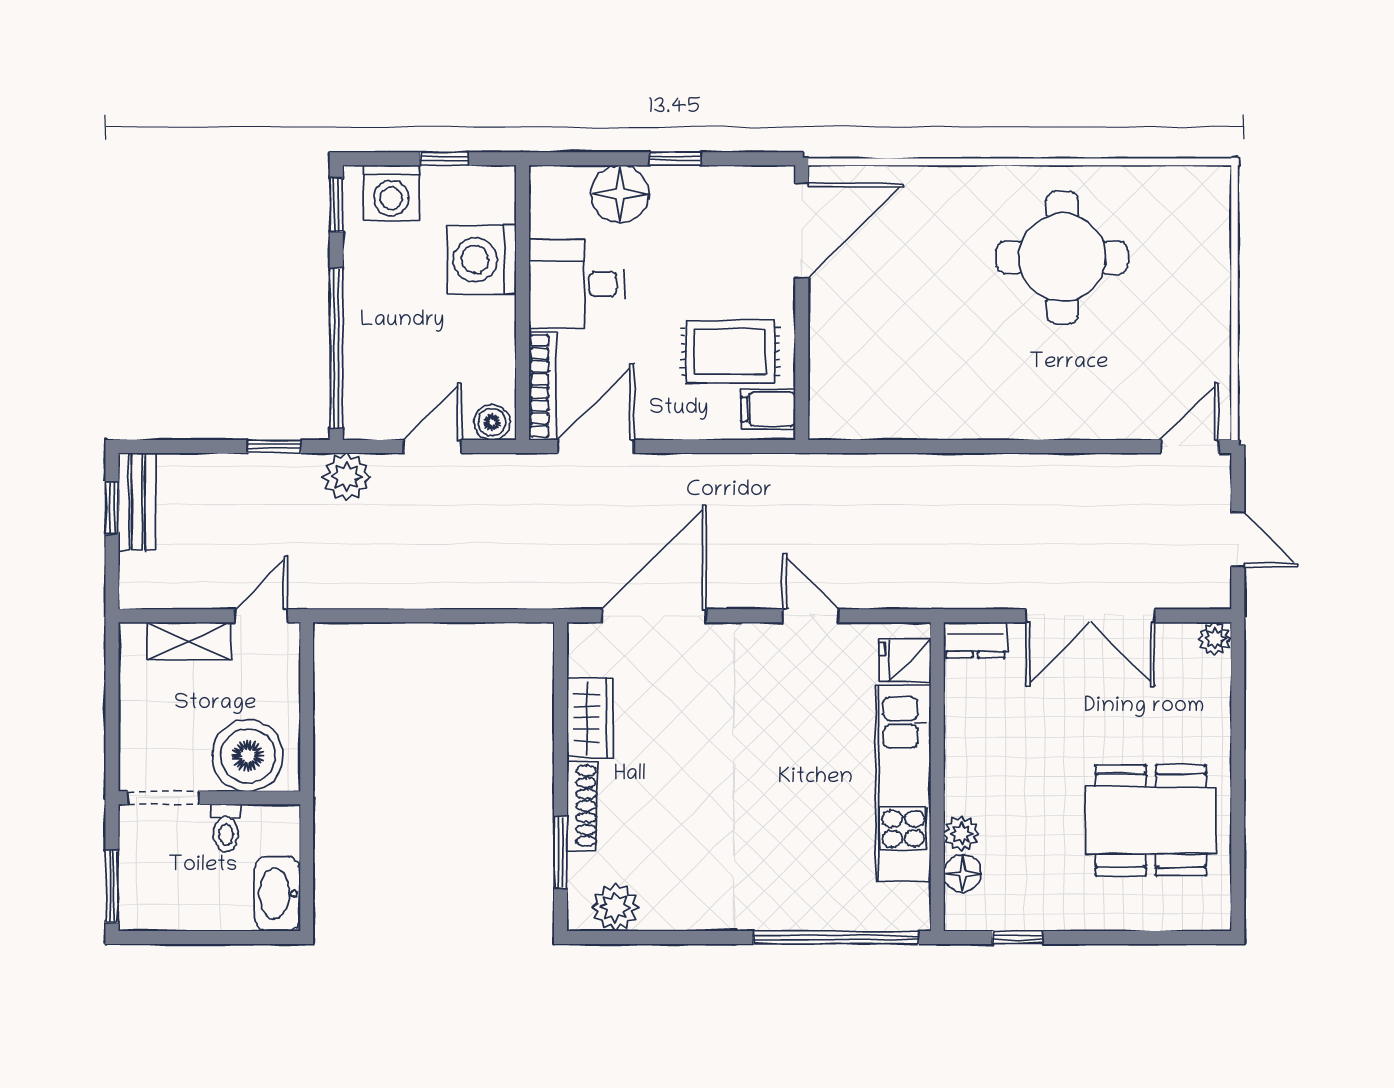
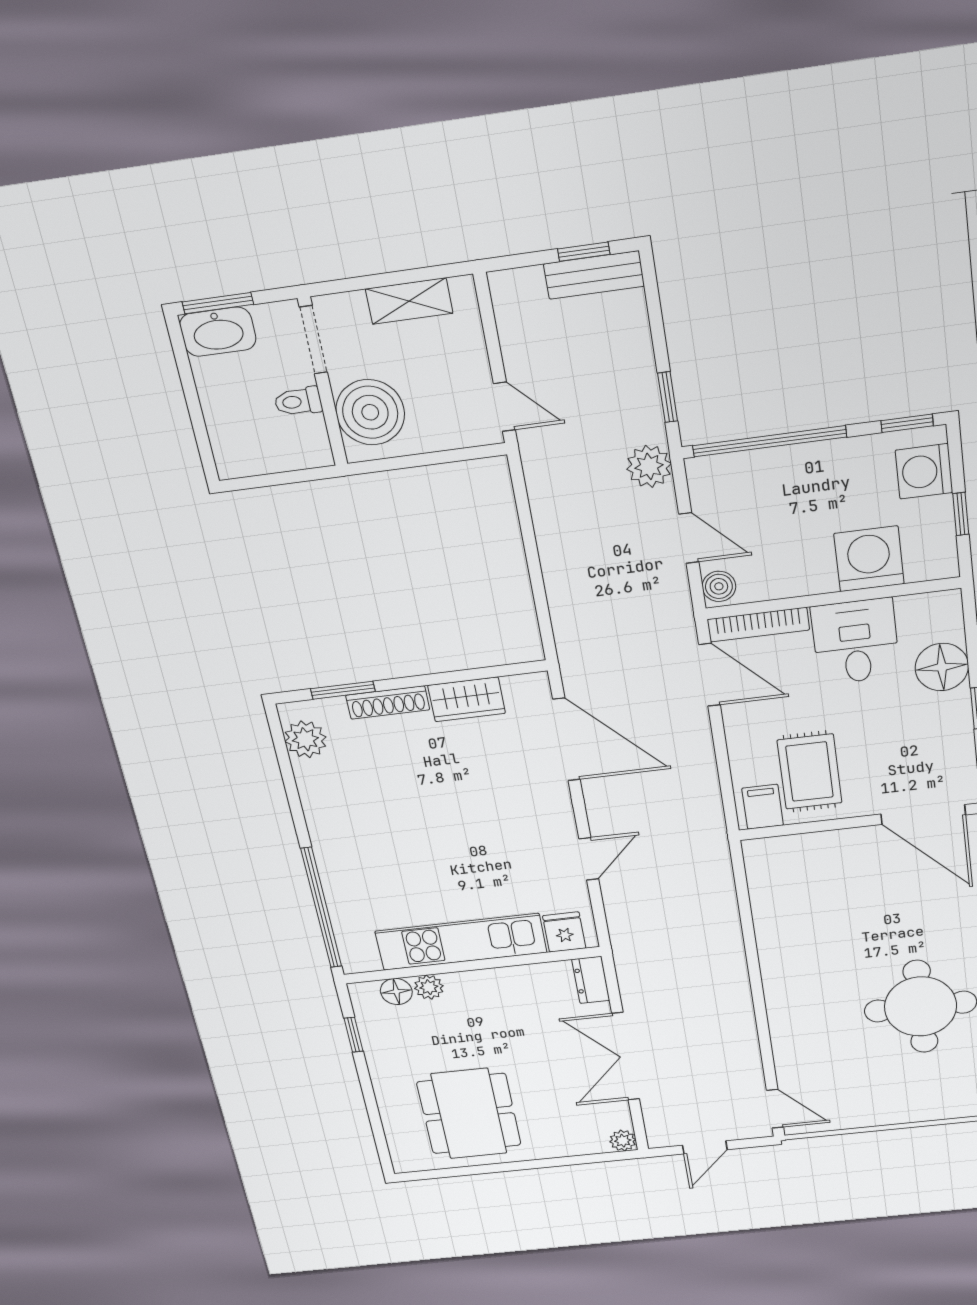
shelving: (189, 641) -> (409, 301), moved, turned 90
washbasin: (277, 894) -> (218, 332), moved, turned 180

